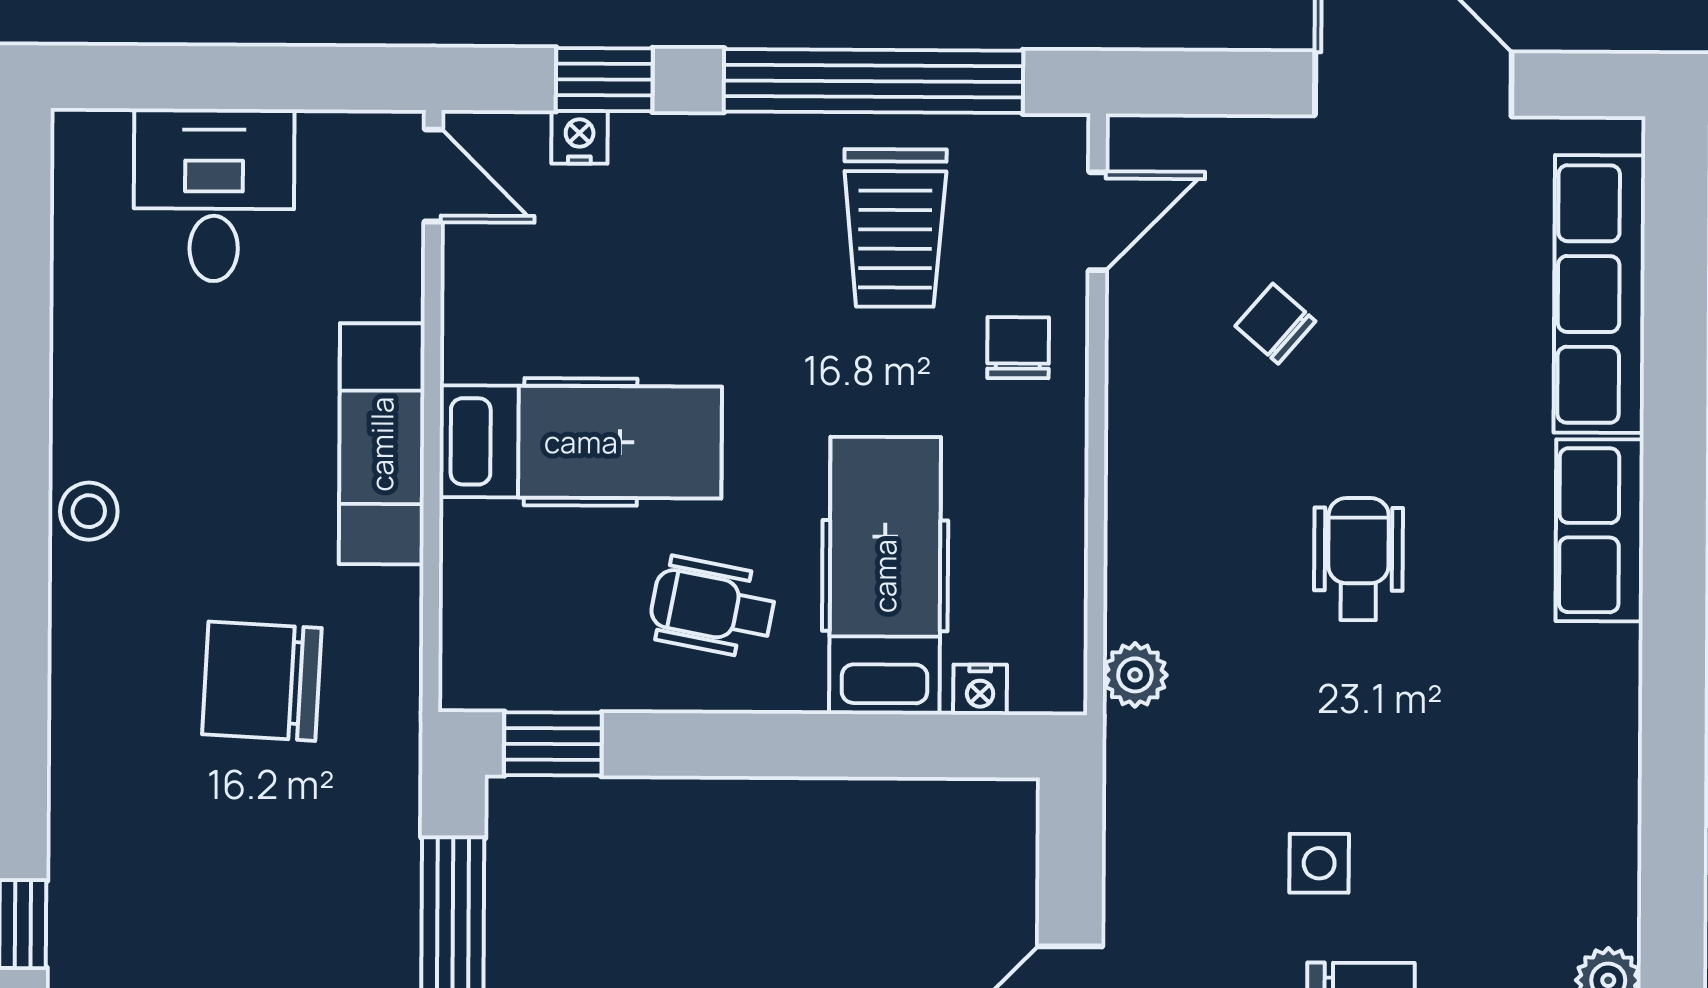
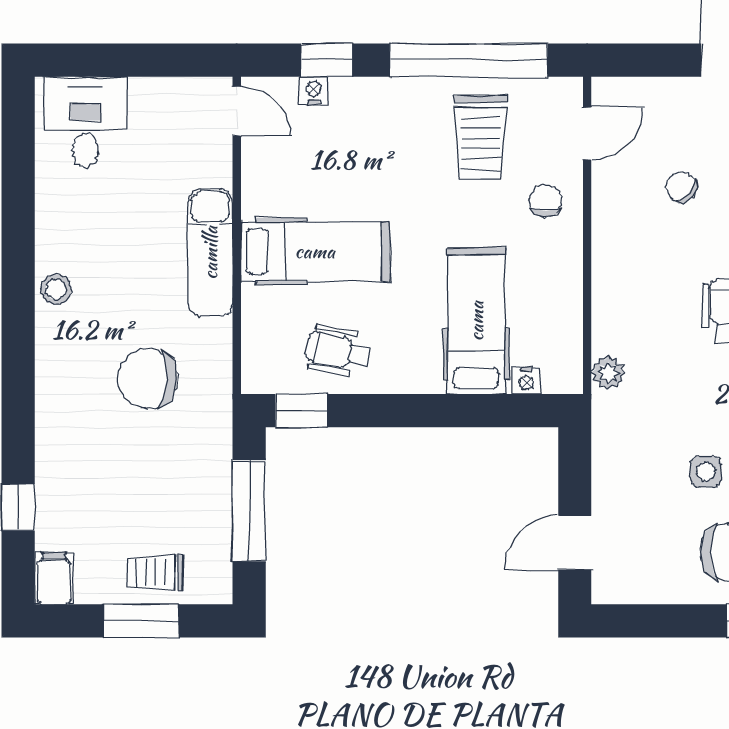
desk: (214, 195) -> (86, 122), moved
wheelchair: (713, 607) -> (338, 351), moved

